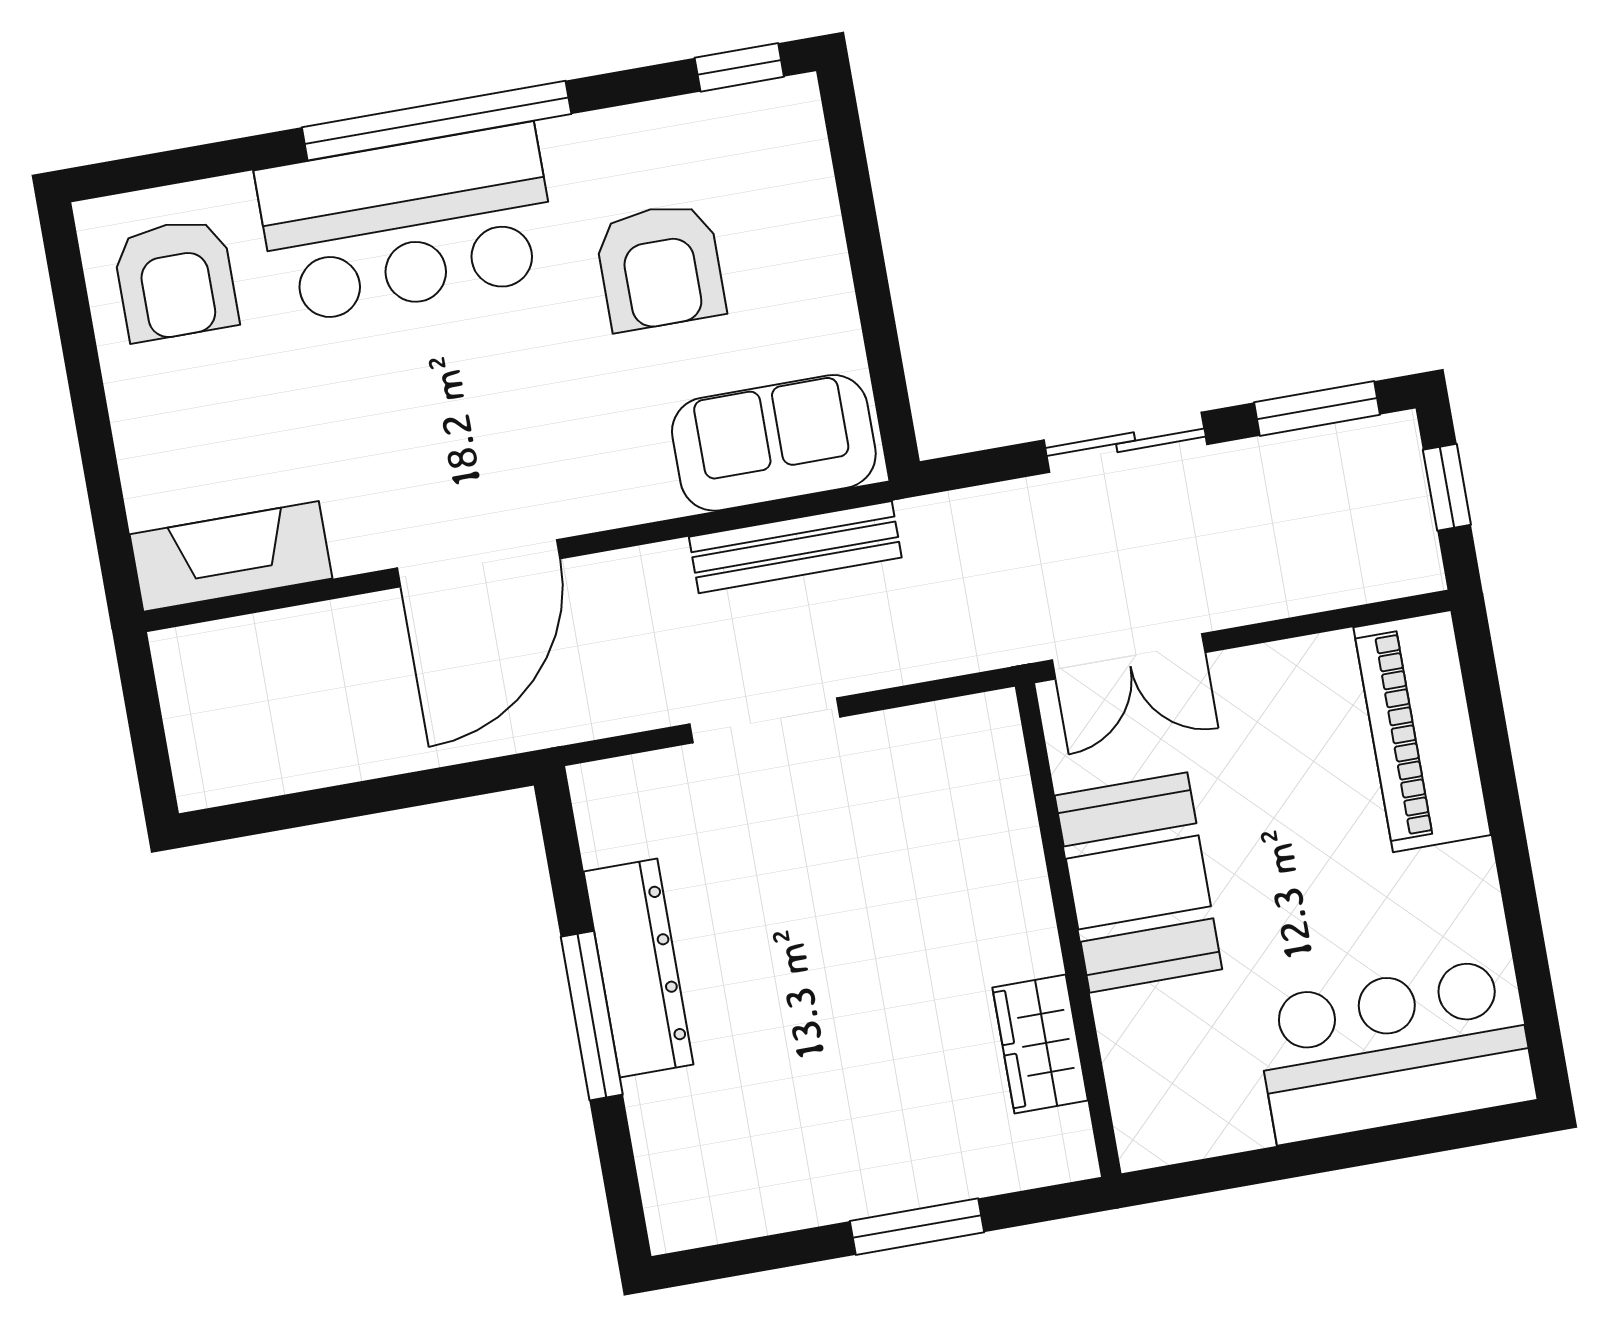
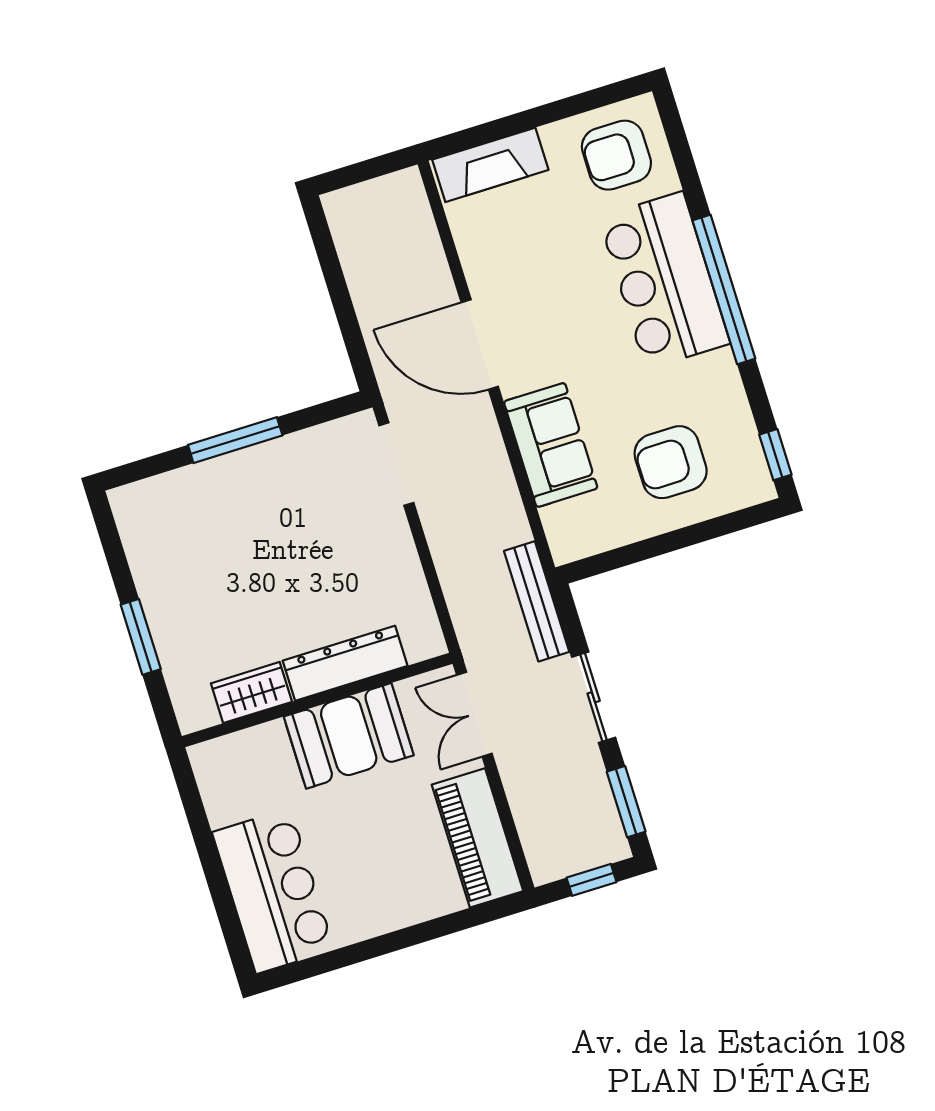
armchair: (660, 267) -> (671, 462), moved
sofa: (774, 443) -> (551, 445), moved
bench: (795, 547) -> (537, 601), moved
fireplace: (231, 556) -> (490, 165), moved, turned 90
doorway: (765, 720) -> (396, 464), moved
piano: (1422, 731) -> (477, 838), moved, turned -90
dresser: (639, 968) -> (345, 663), moved, turned 180

